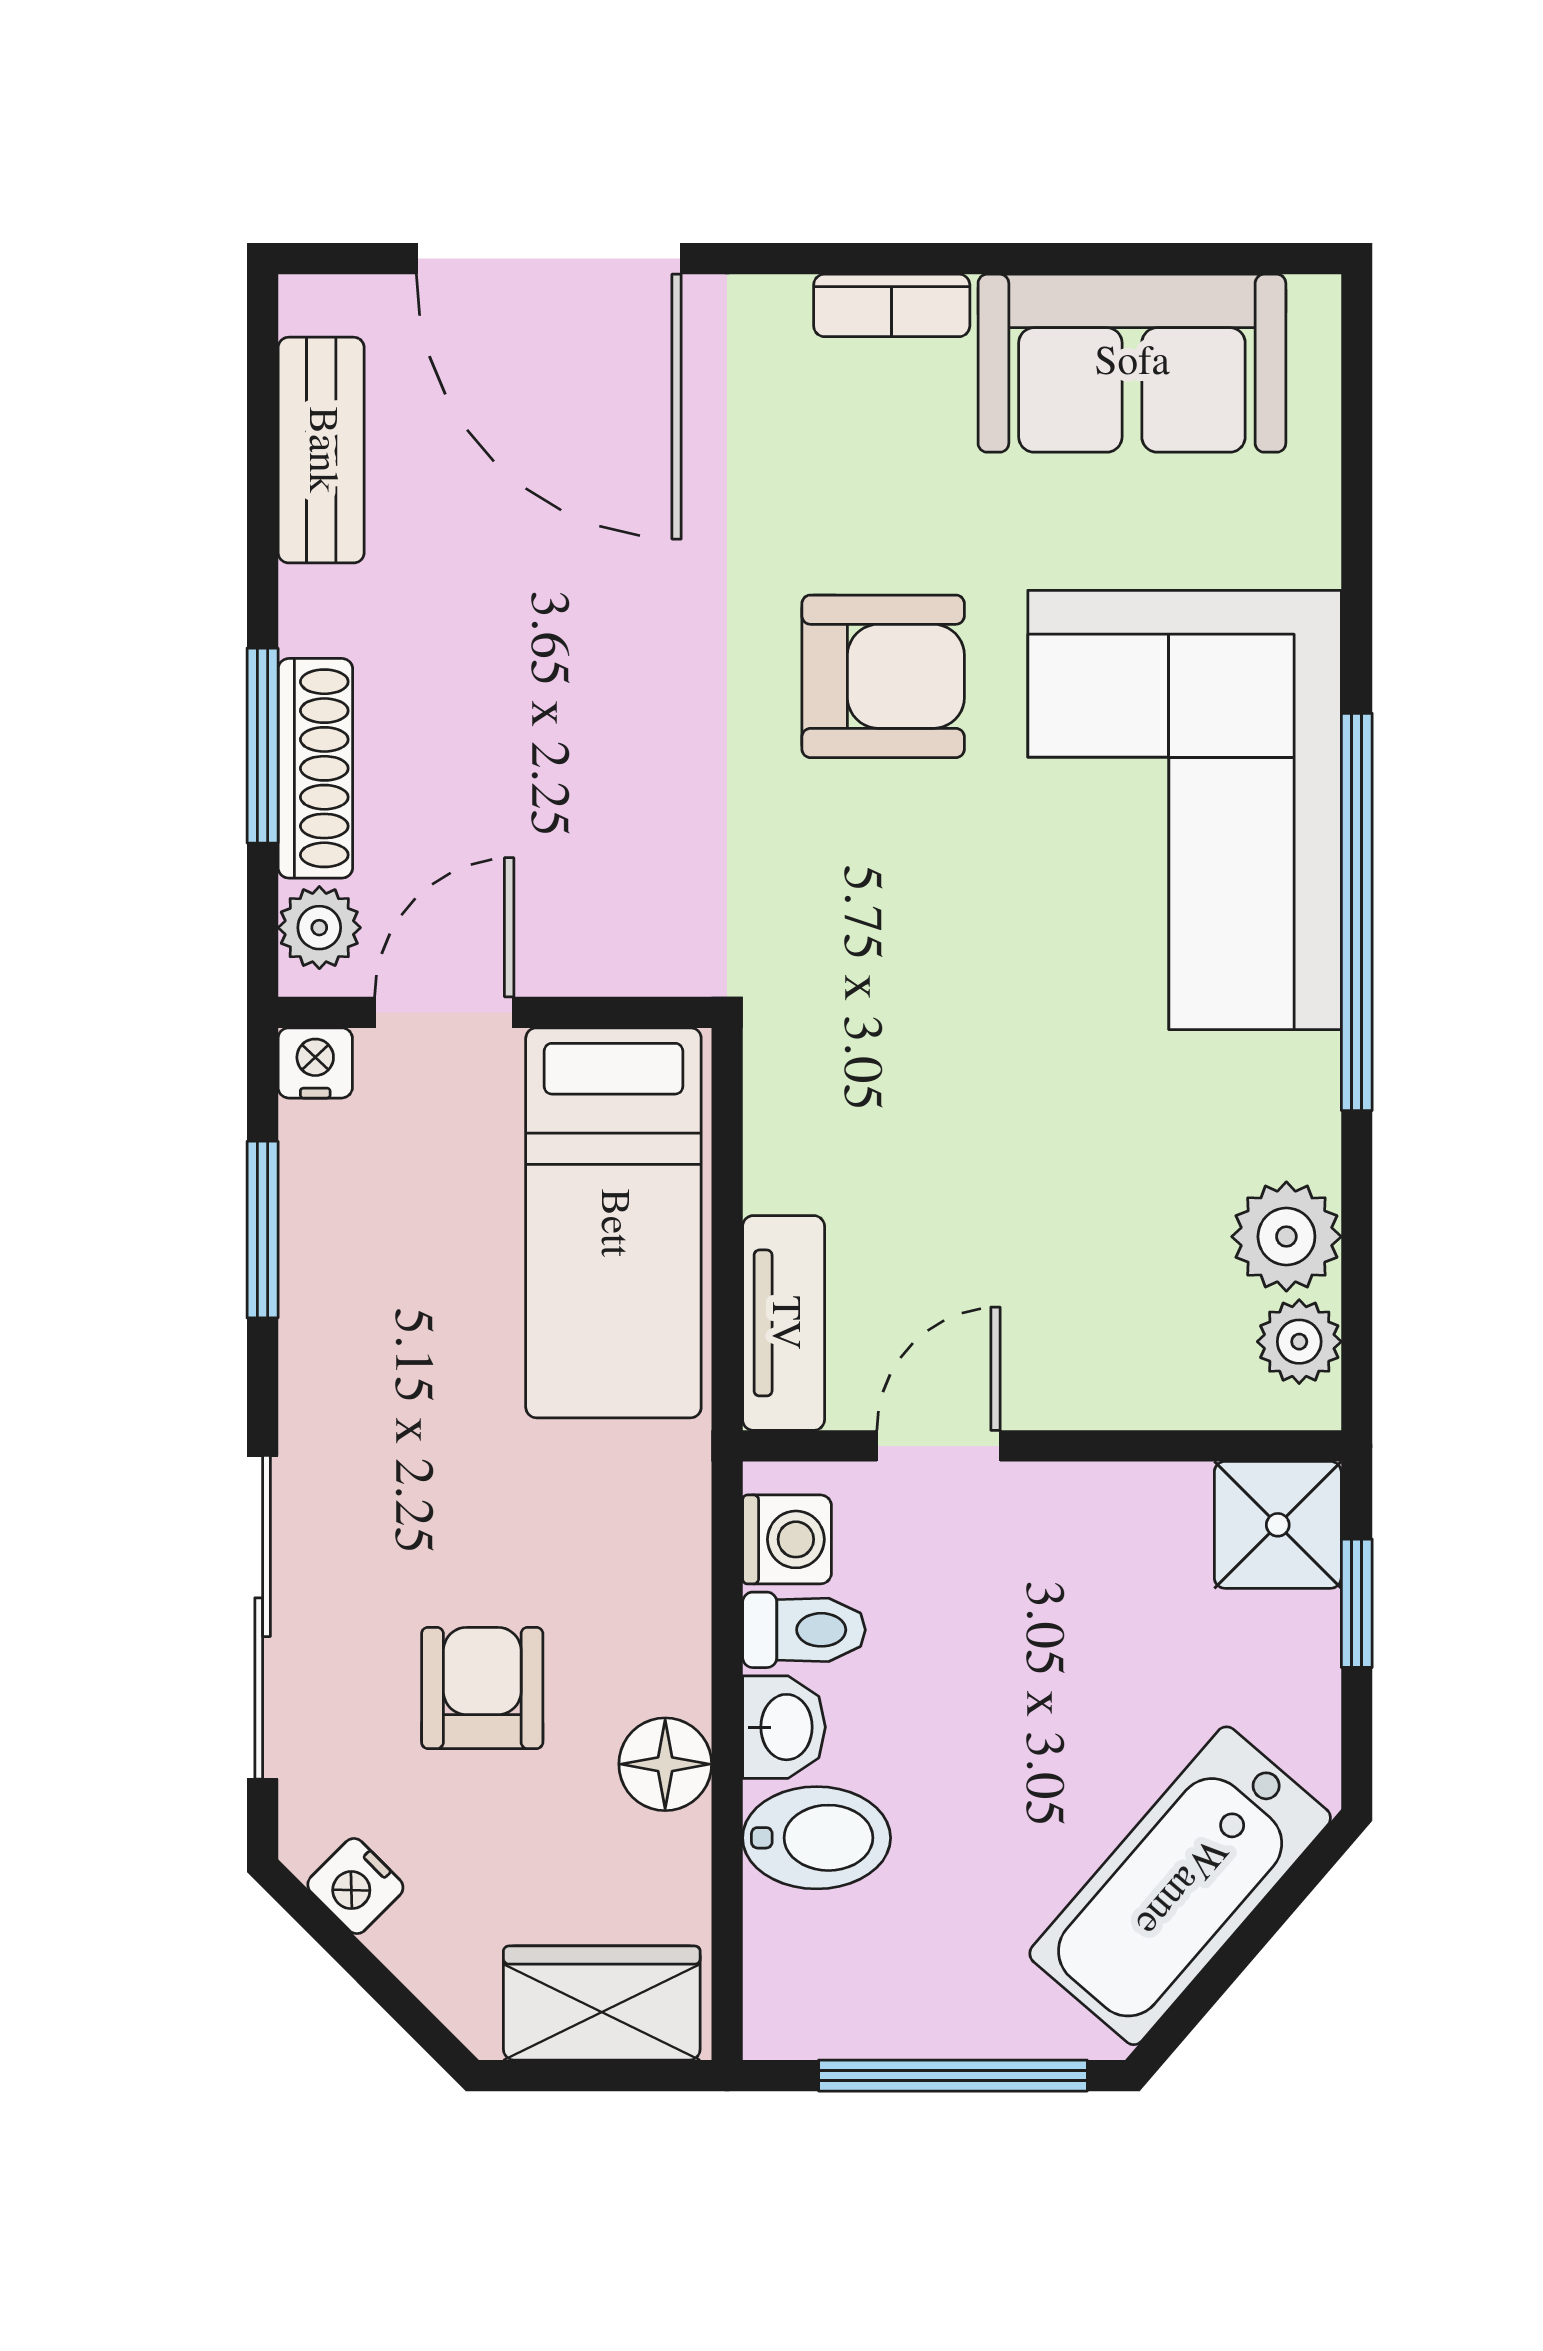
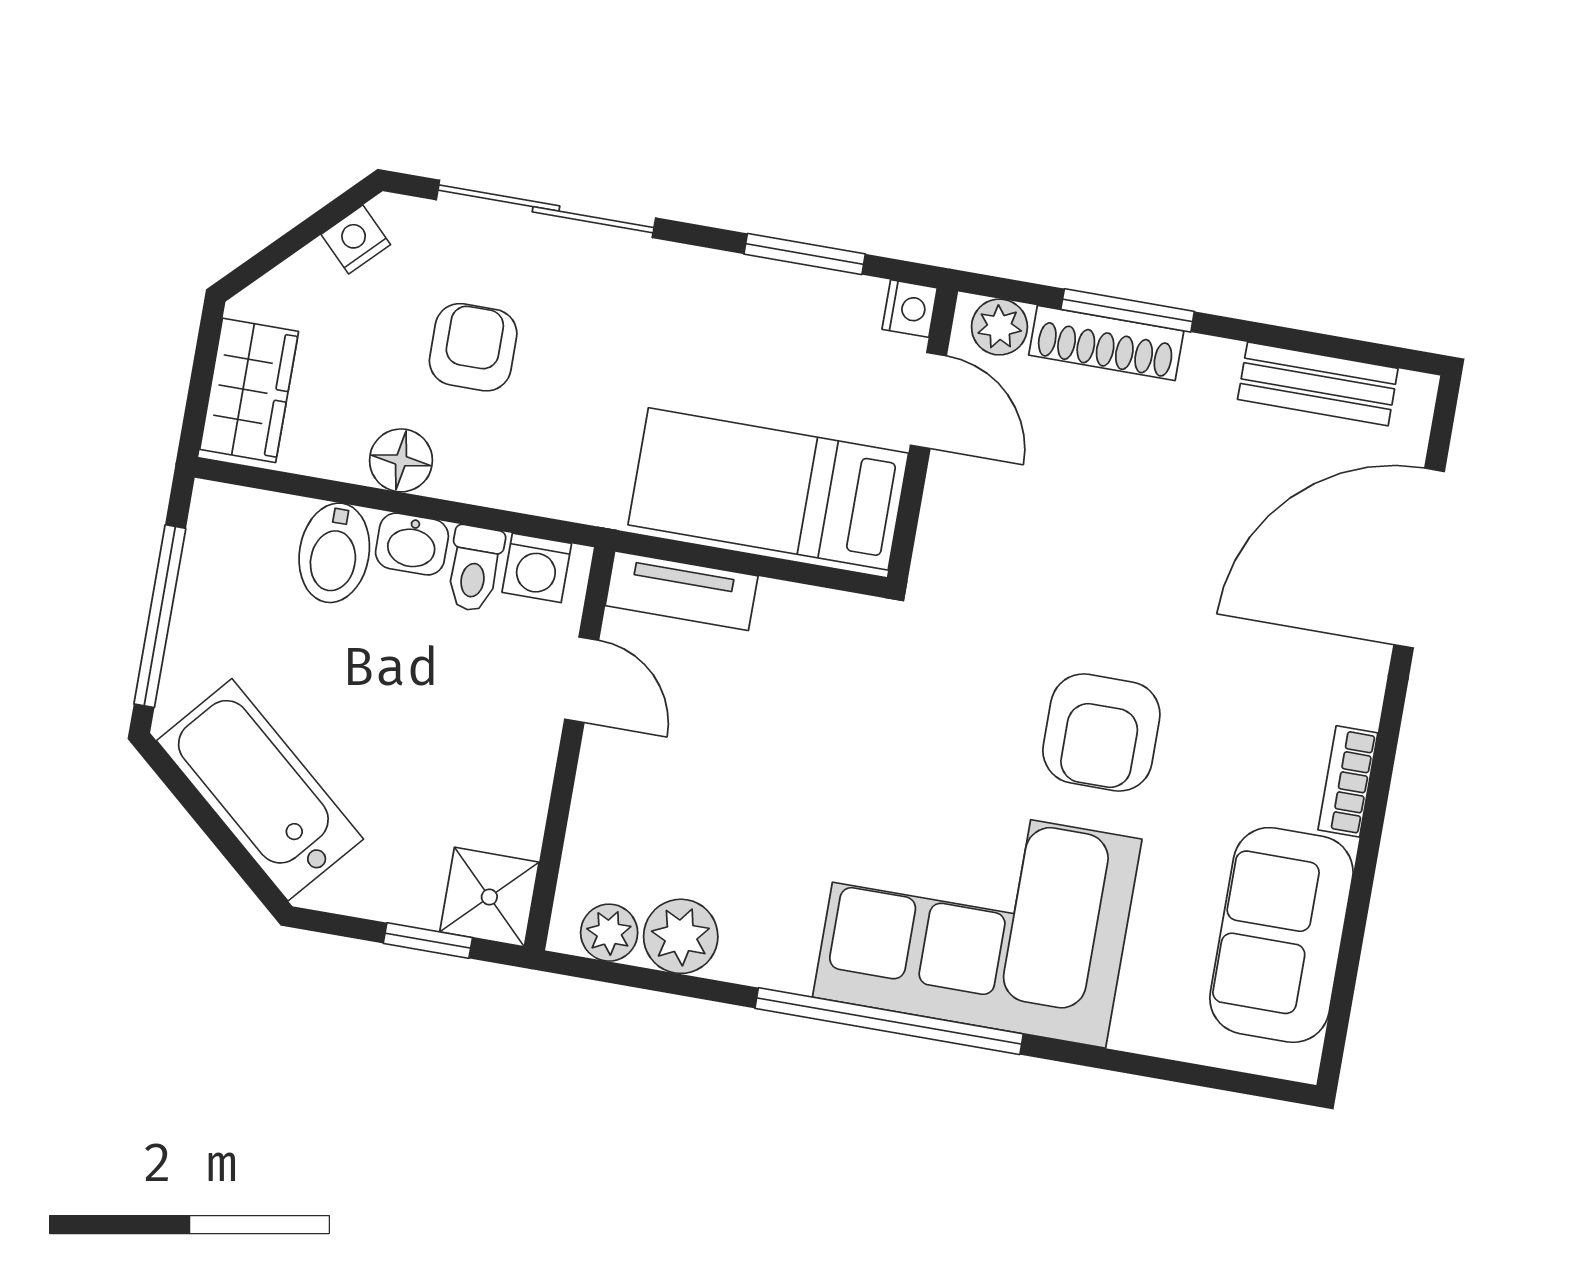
armchair: (482, 1688) -> (473, 347), turned -90

